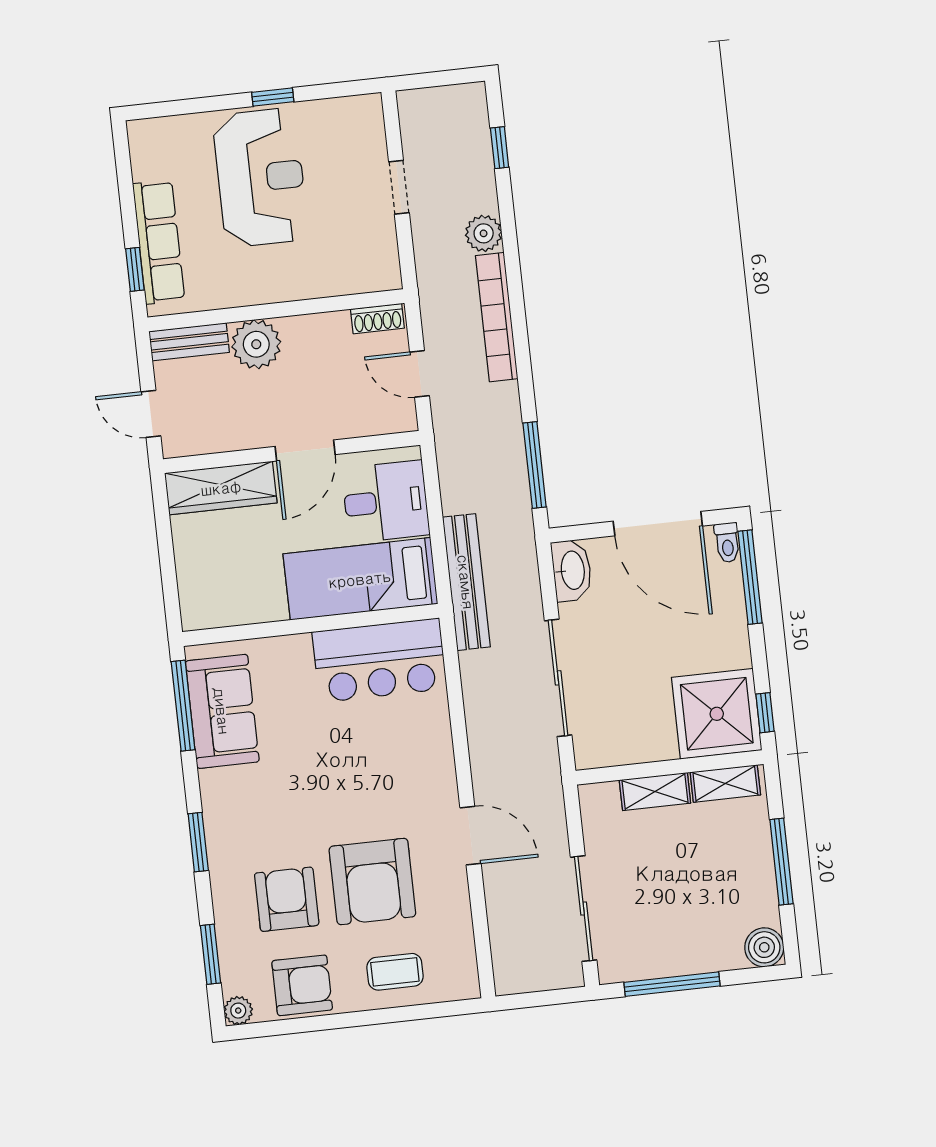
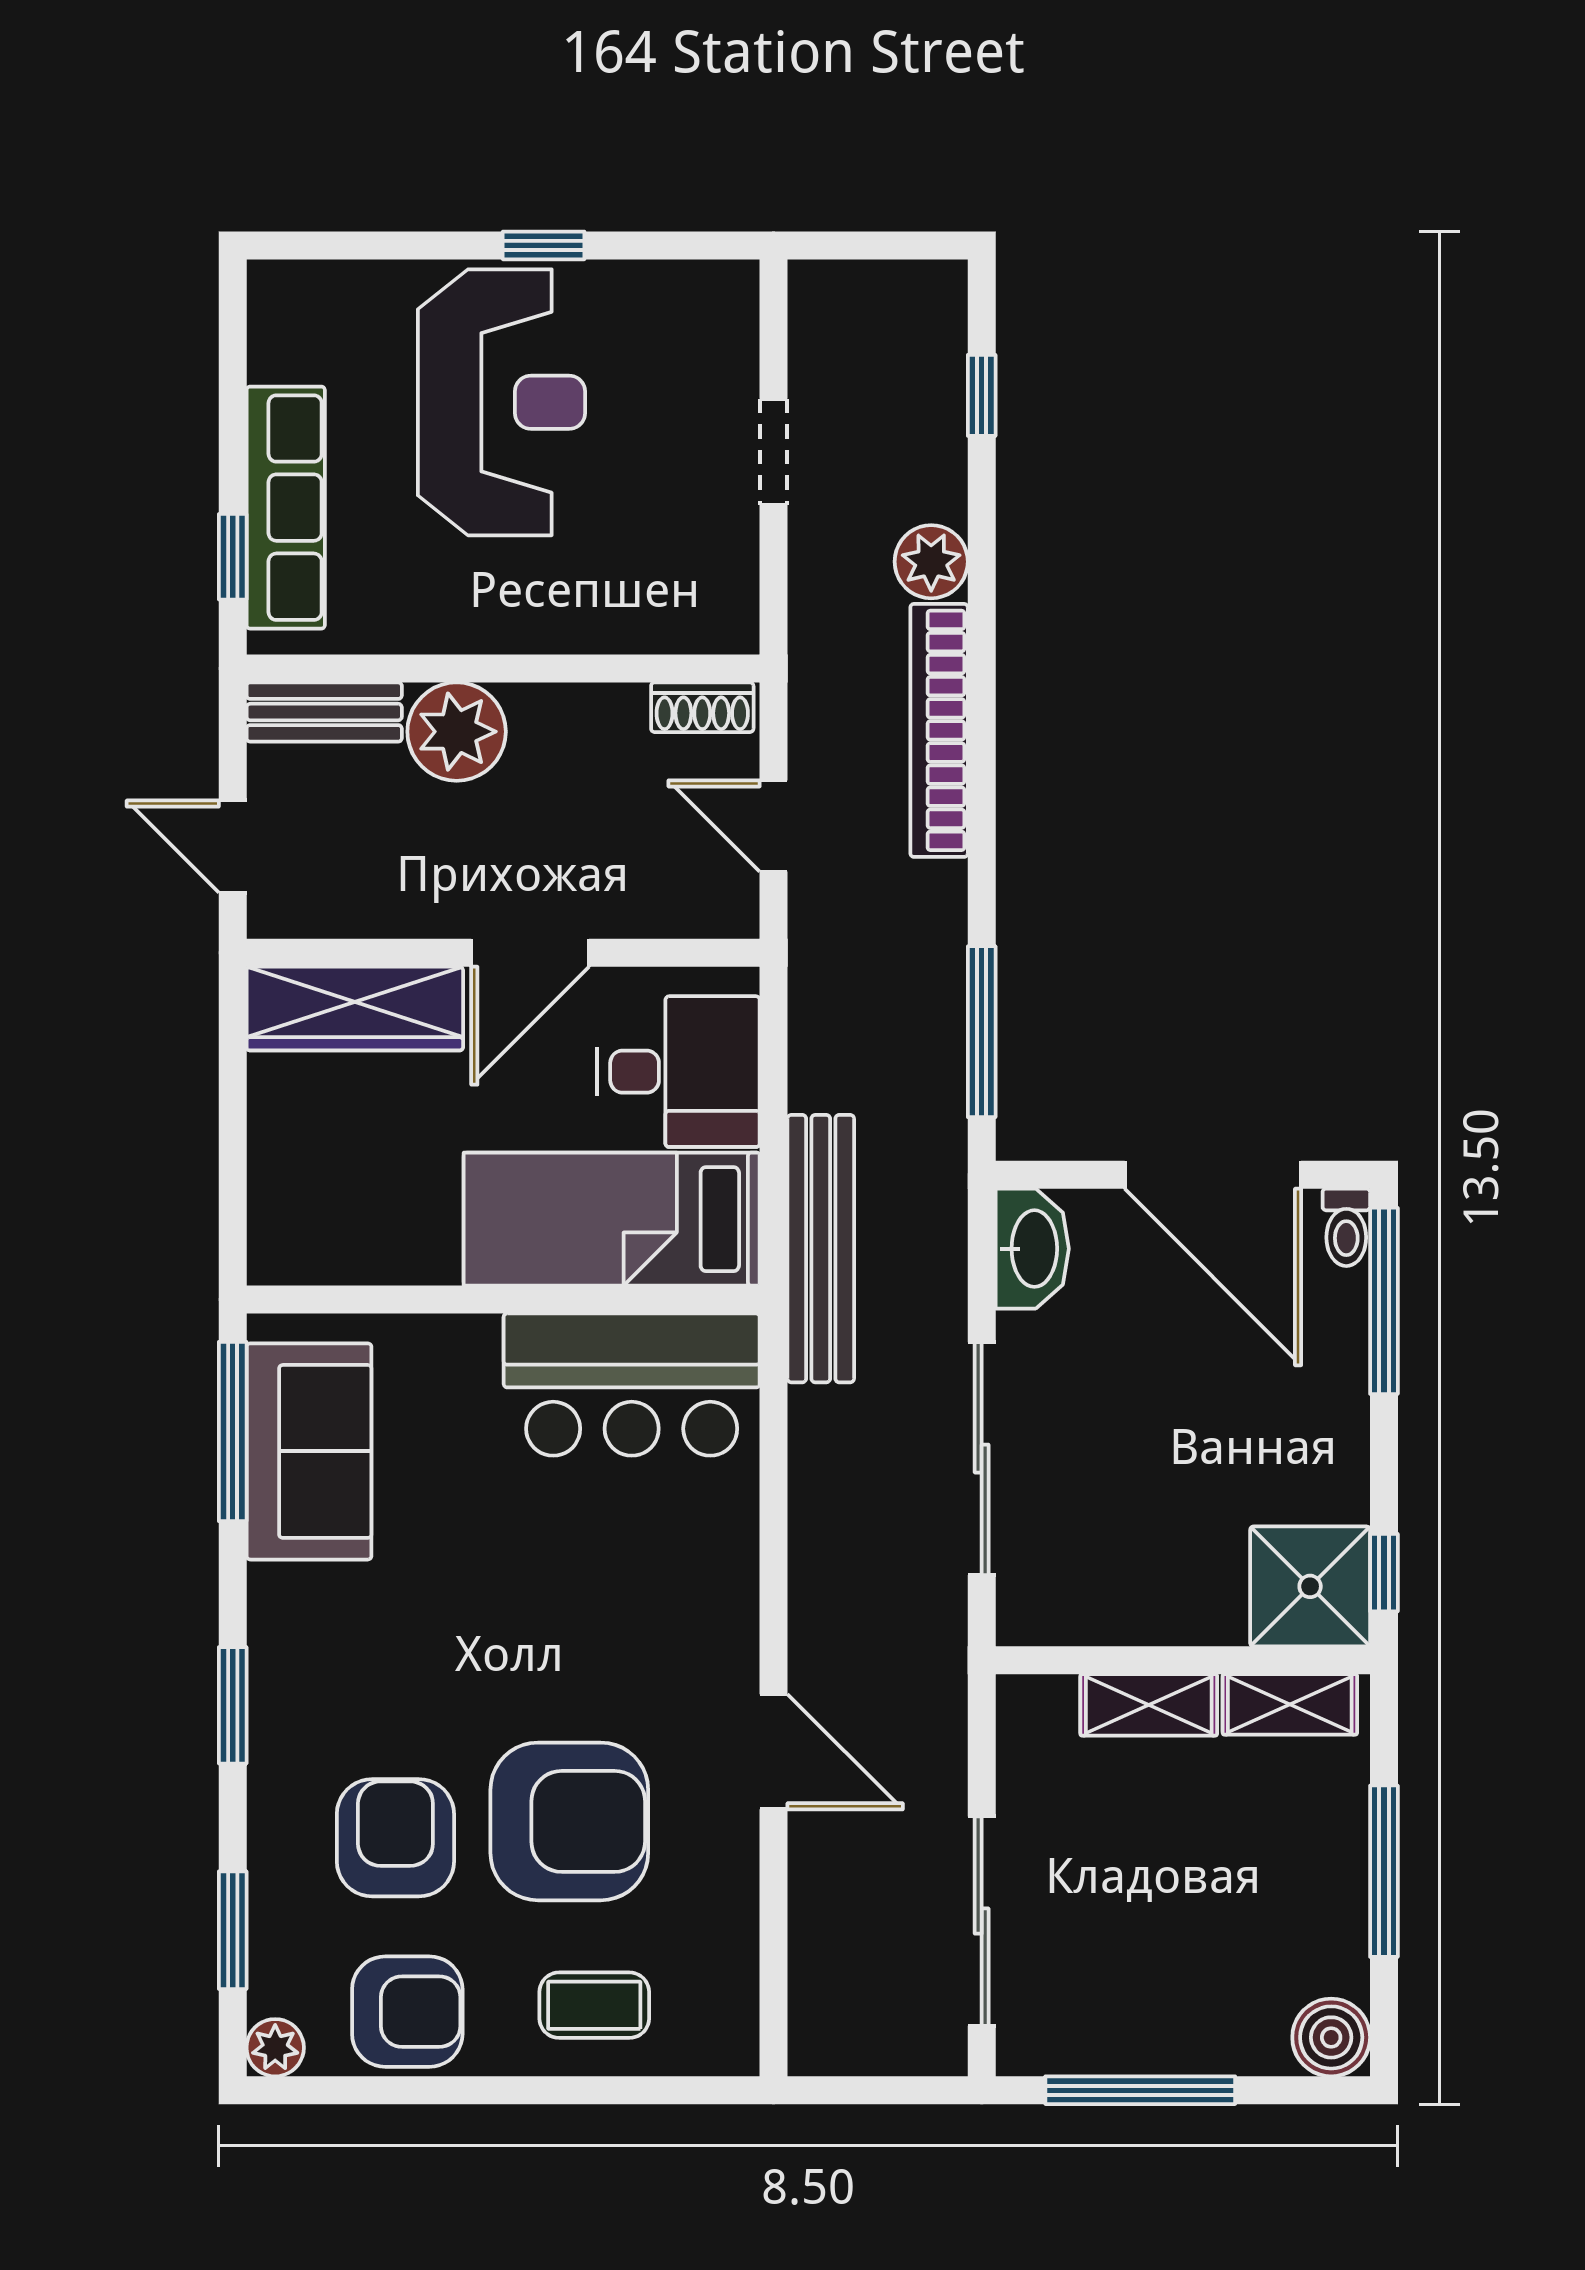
shower: (717, 714) -> (1310, 1586), width x0.73, depth x0.73
armchair: (372, 882) -> (569, 1821), turned -90

